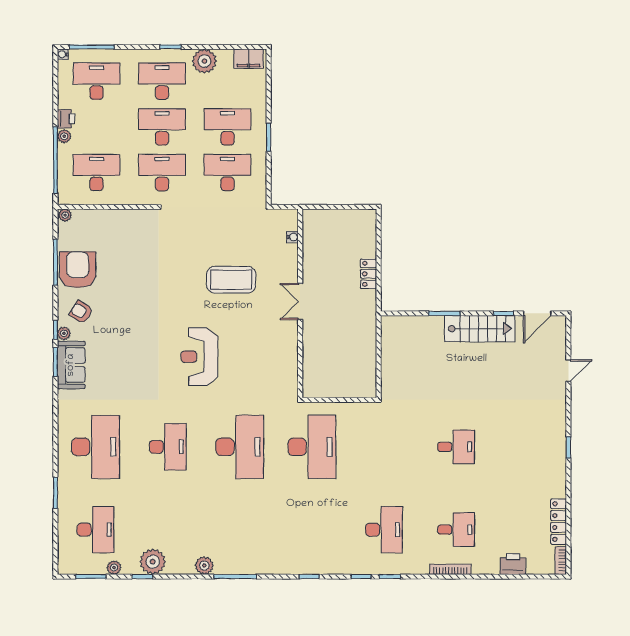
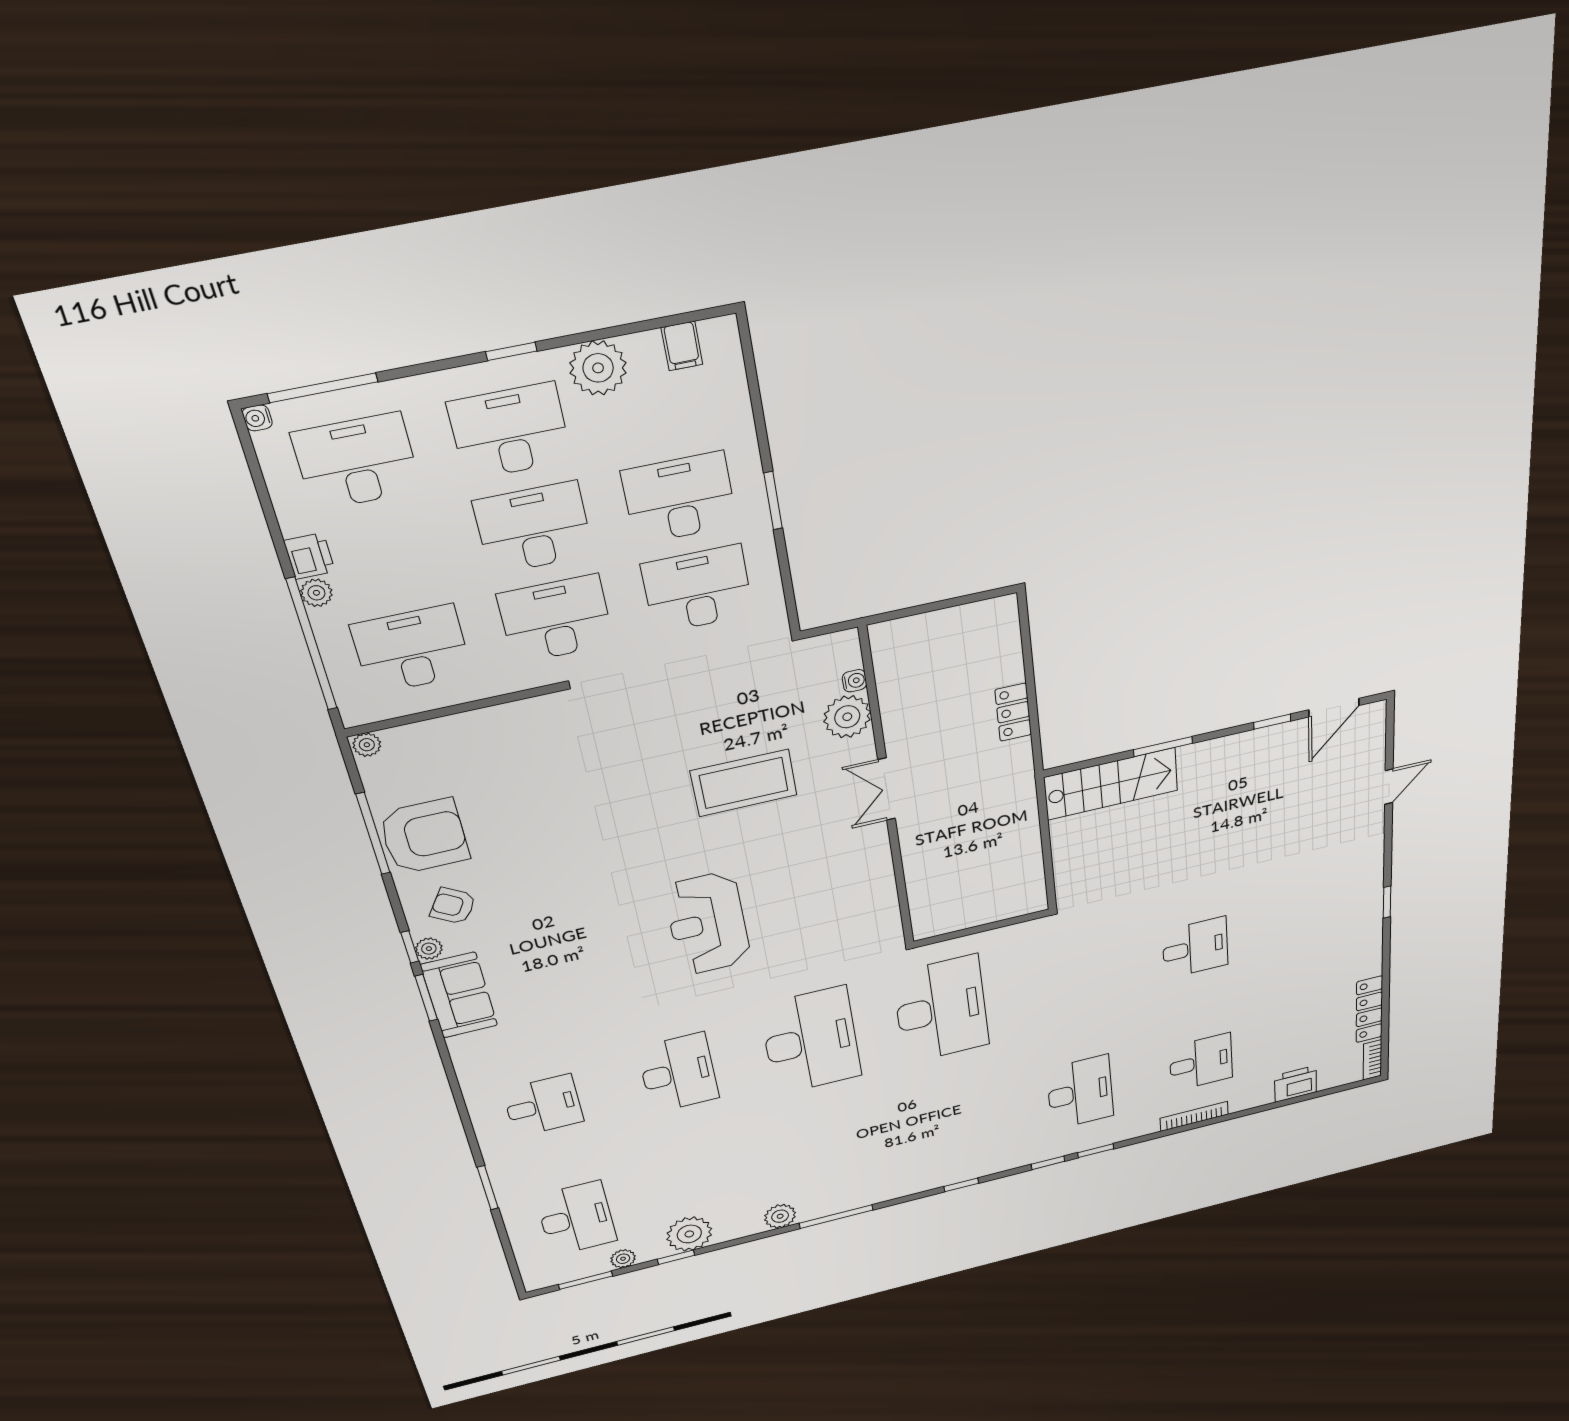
filing cabinet: (249, 59) -> (682, 346), width x0.50
plant: (286, 256) -> (847, 717), added
armchair: (78, 270) -> (424, 836), turned 90
stairs: (480, 329) -> (1111, 784), moved
desk: (96, 447) -> (543, 1106), width x0.53, depth x0.77

